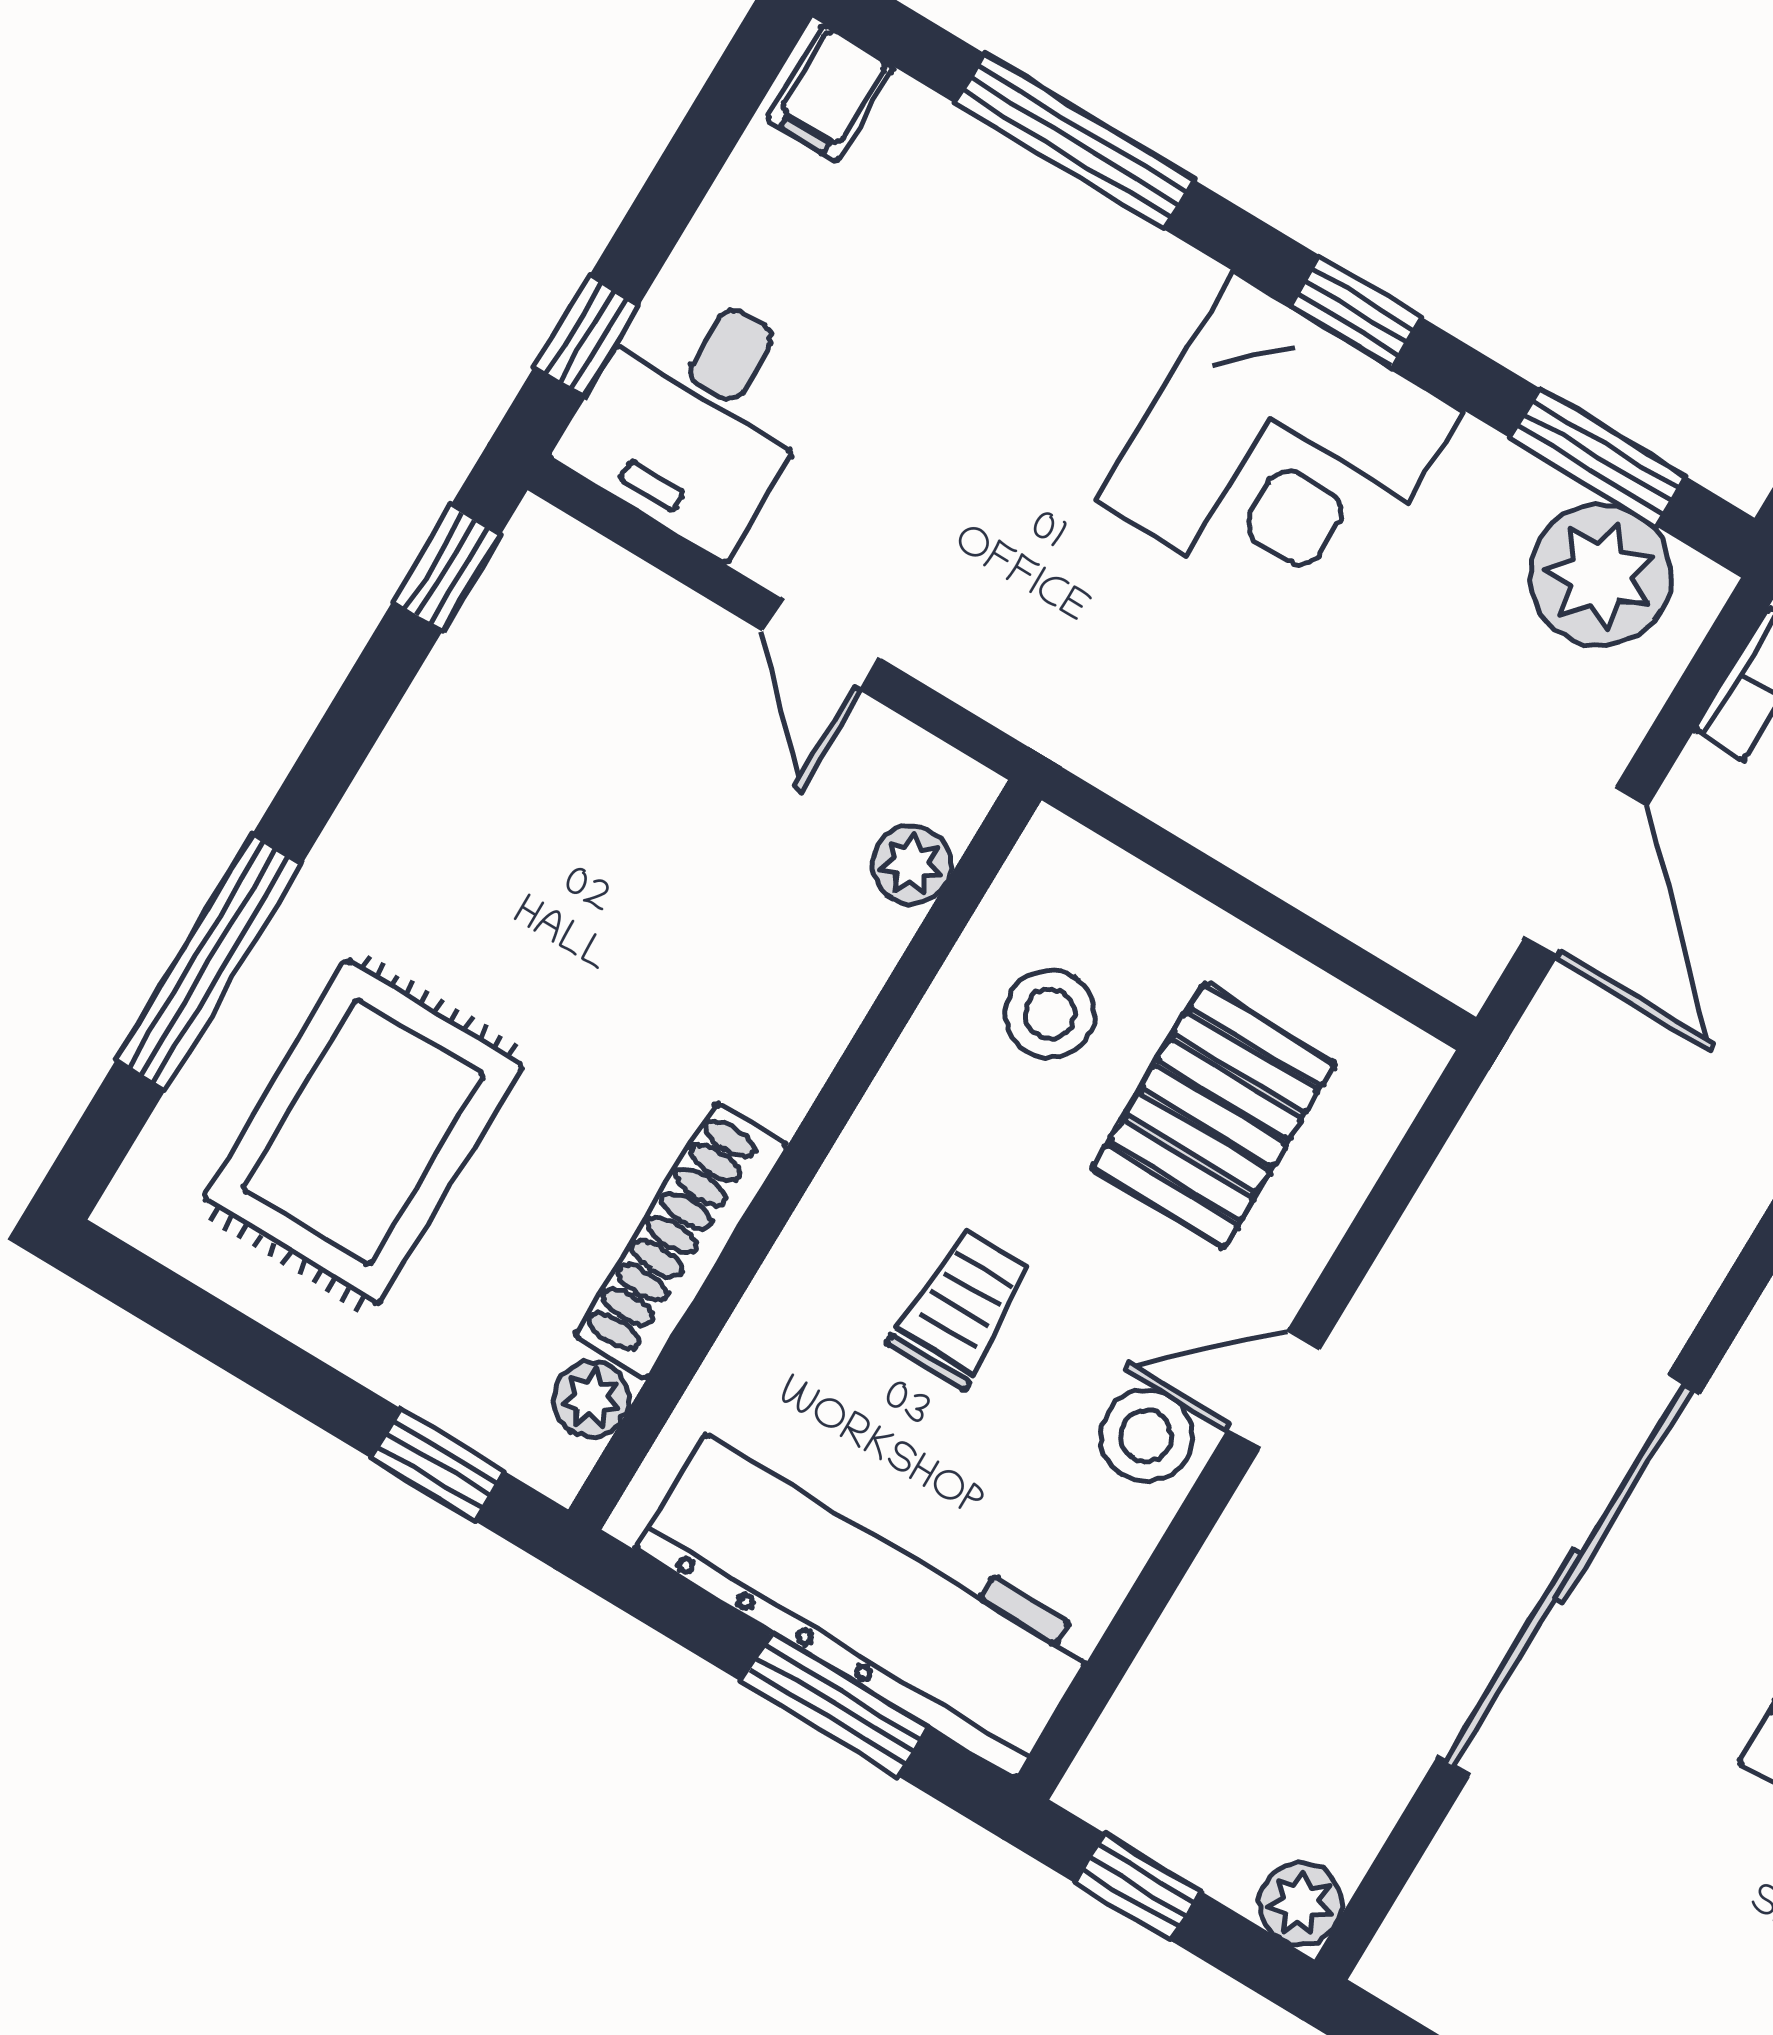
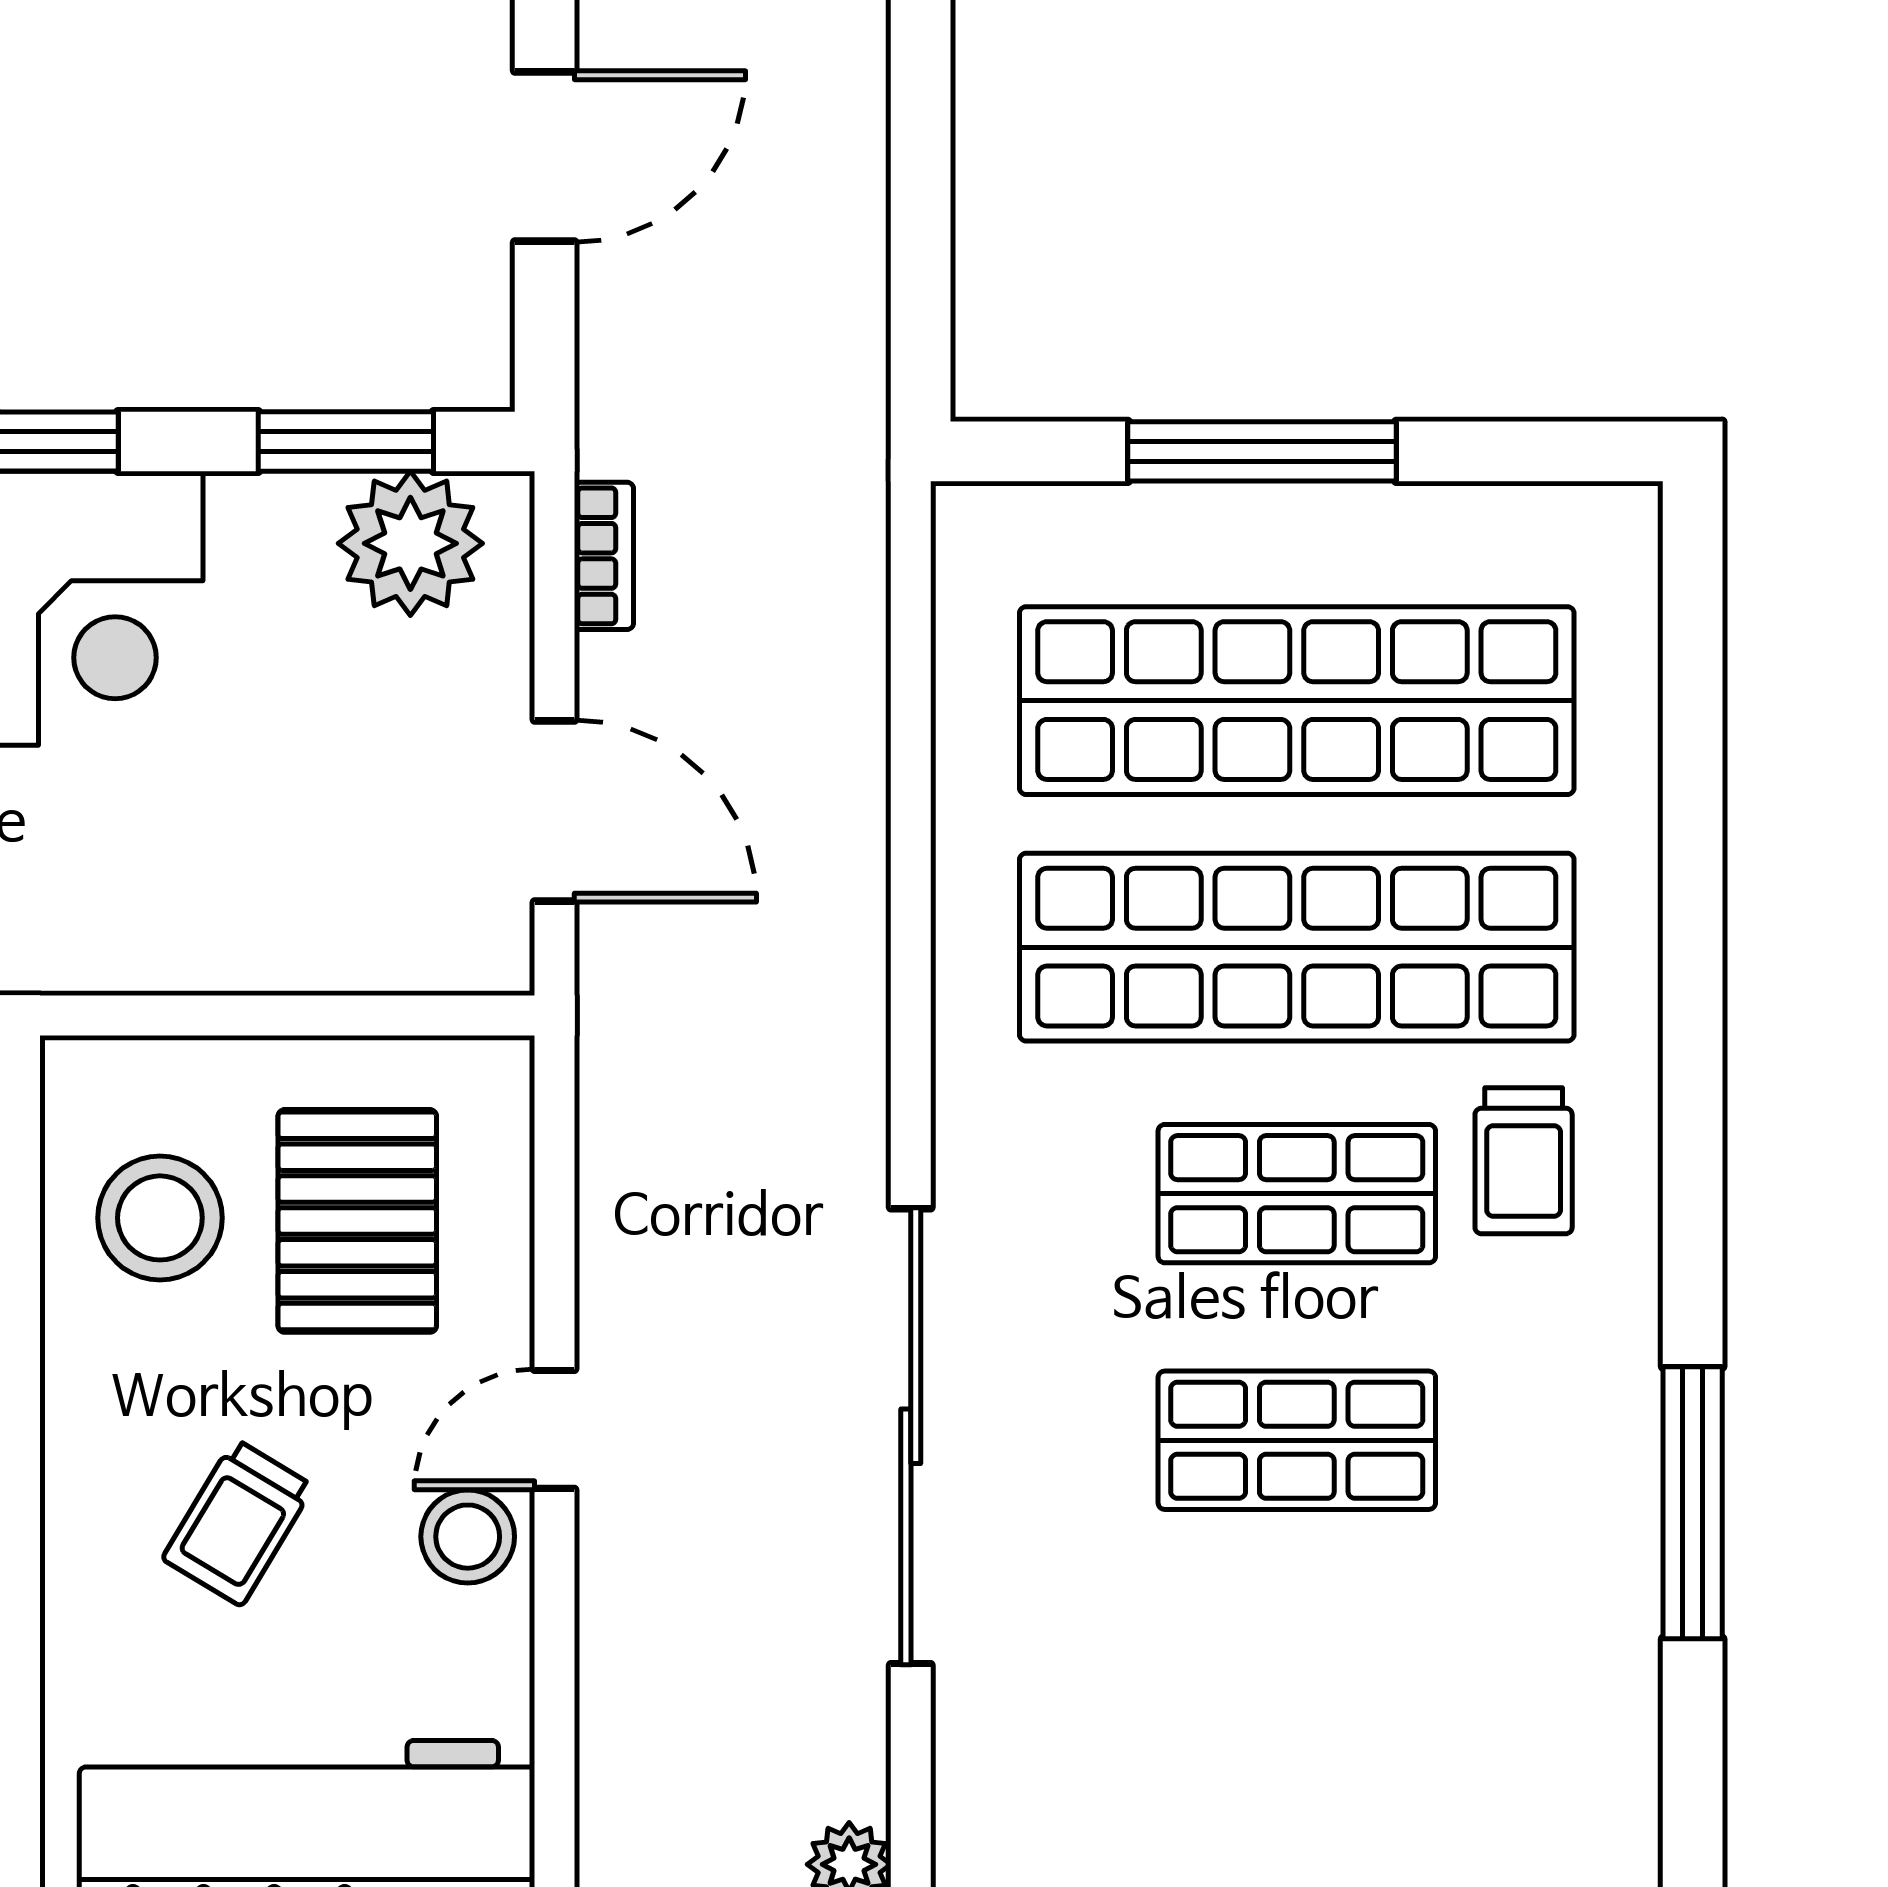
stool: (1050, 1014) -> (160, 1218), width x1.38, depth x1.38
trolley: (961, 1308) -> (238, 1523), turned -149

